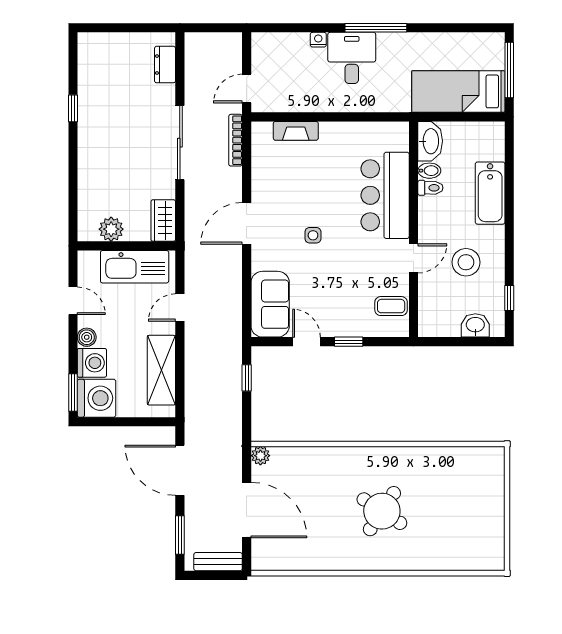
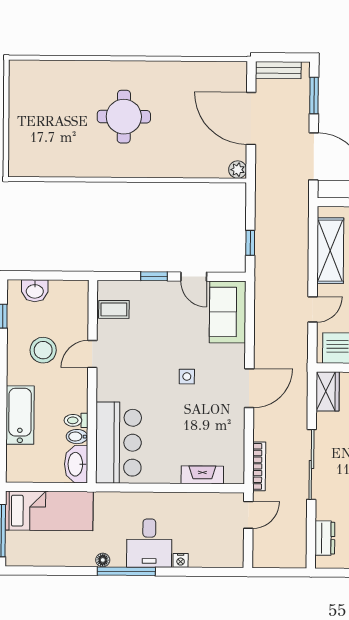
floor lamp: (401, 40) -> (103, 560), added
bar counter: (385, 195) -> (119, 443), moved
round table: (382, 511) -> (124, 117), turned -33

